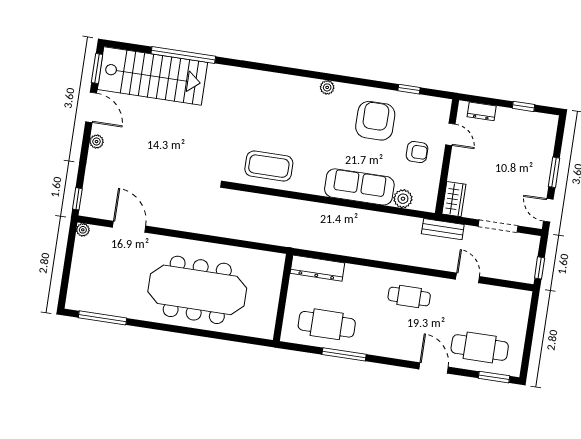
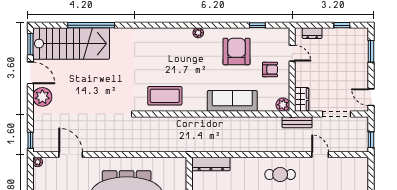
plant: (97, 142) -> (42, 97), width x1.87, depth x1.87
window: (554, 172) -> (371, 51), moved
plant: (403, 199) -> (283, 105), moved

